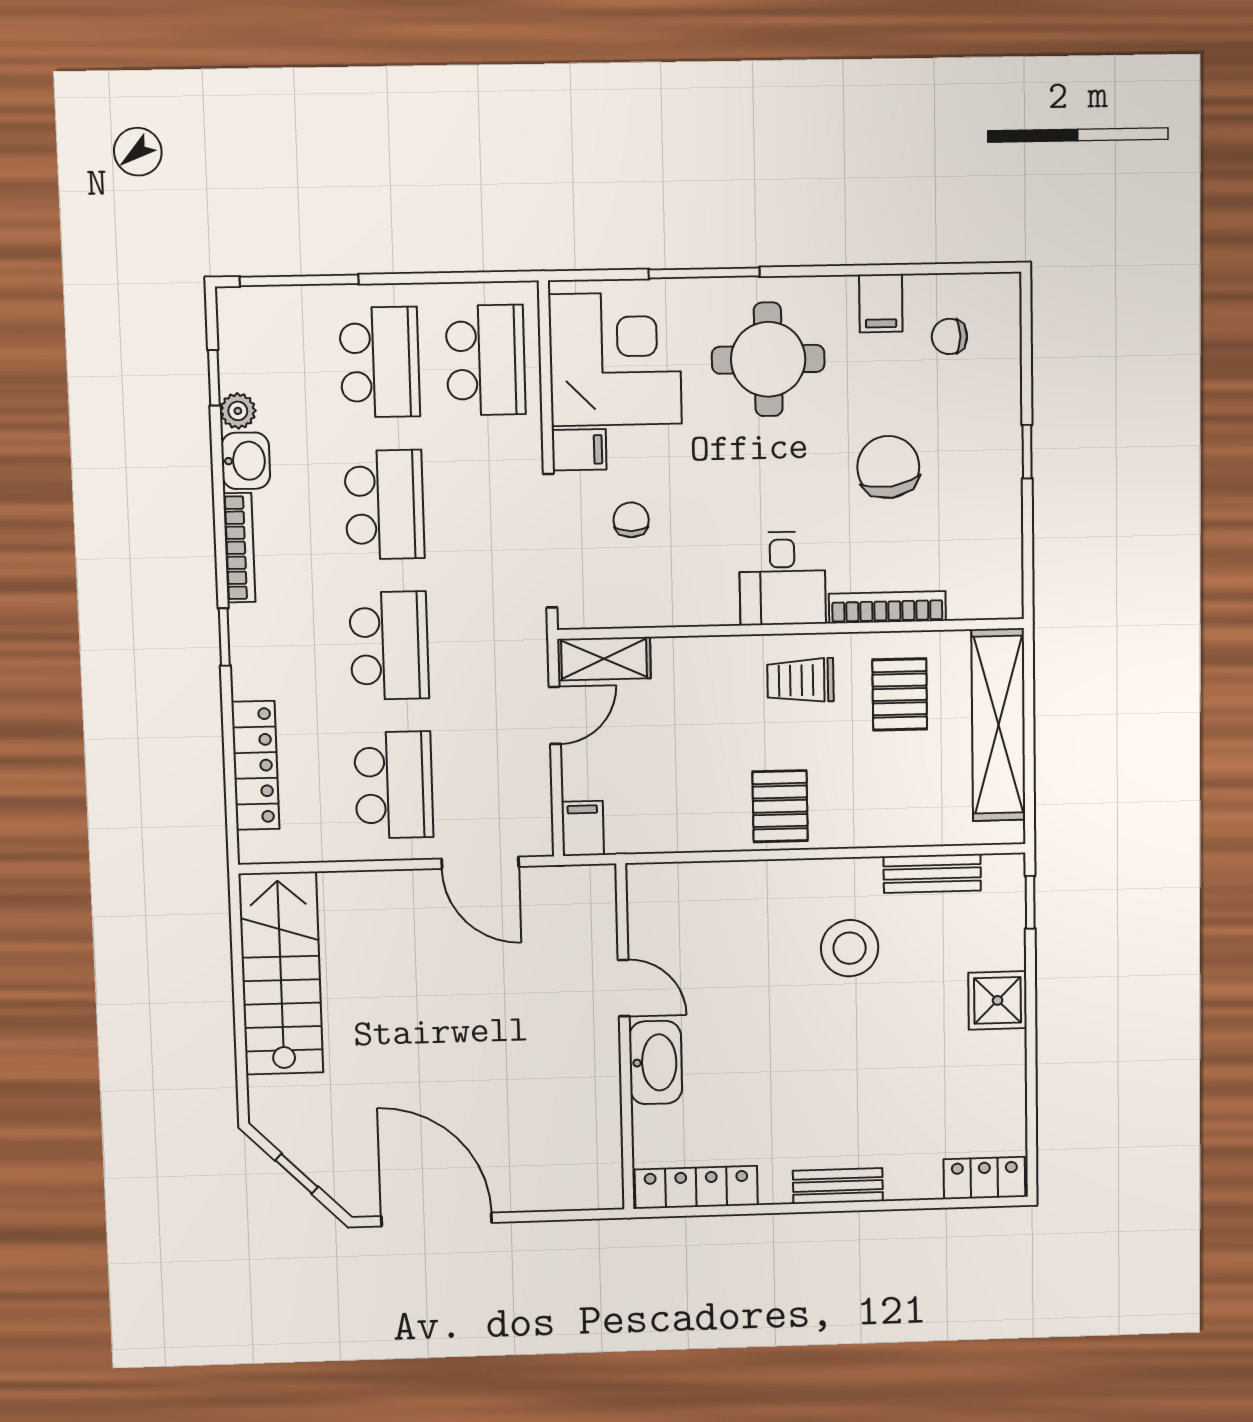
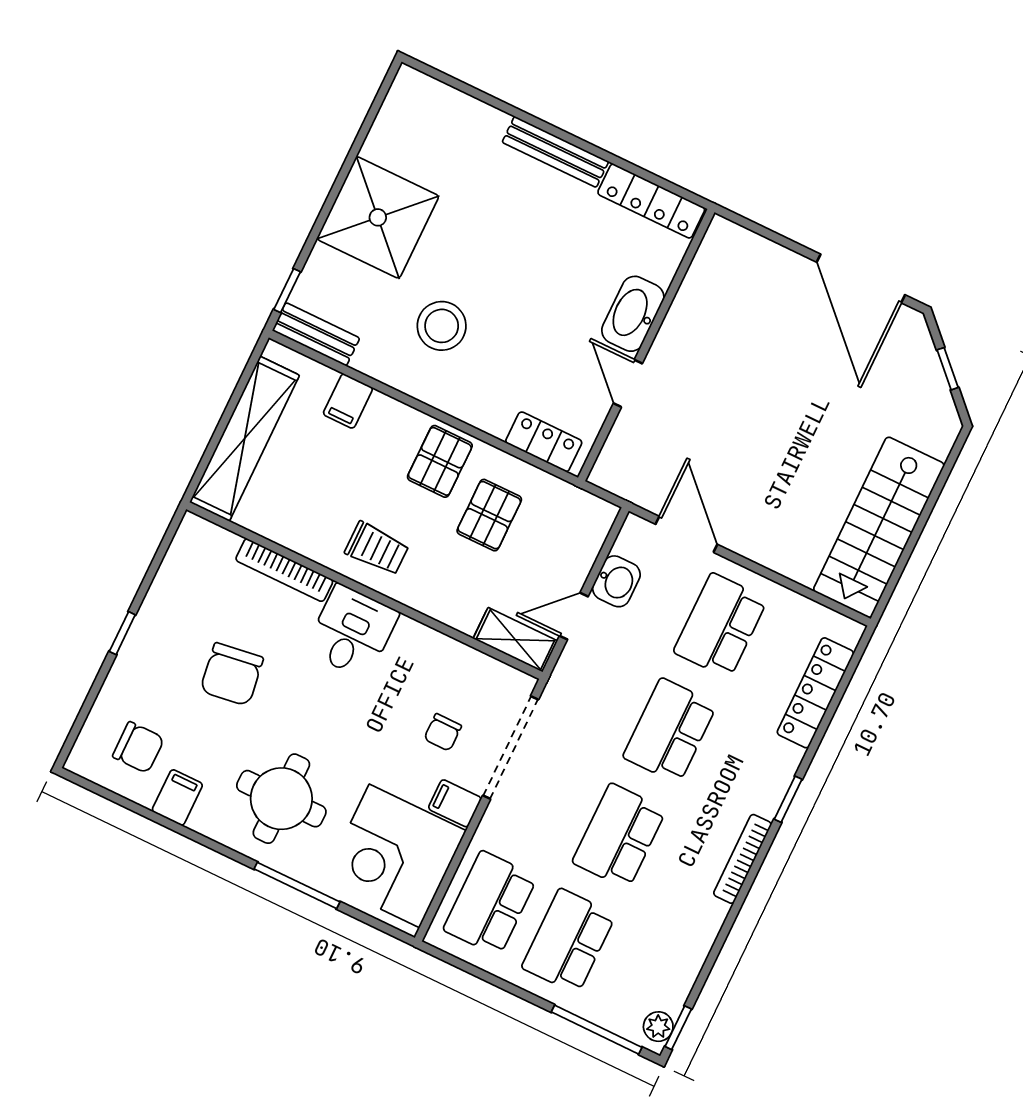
chair: (949, 336) -> (138, 747), width x1.37, depth x1.37
window: (214, 378) -> (678, 1028), moved
plant: (238, 411) -> (658, 1027), moved
washbasin: (246, 461) -> (616, 581), moved, turned 180
pallet: (900, 694) -> (489, 515), moved
filing cabinet: (583, 828) -> (348, 401), moved
bench: (932, 874) -> (316, 334), moved
shower: (998, 1000) -> (378, 217), width x1.86, depth x1.86
locker: (984, 1178) -> (544, 442), moved, turned 180
bench: (838, 1186) -> (555, 152), width x1.36

